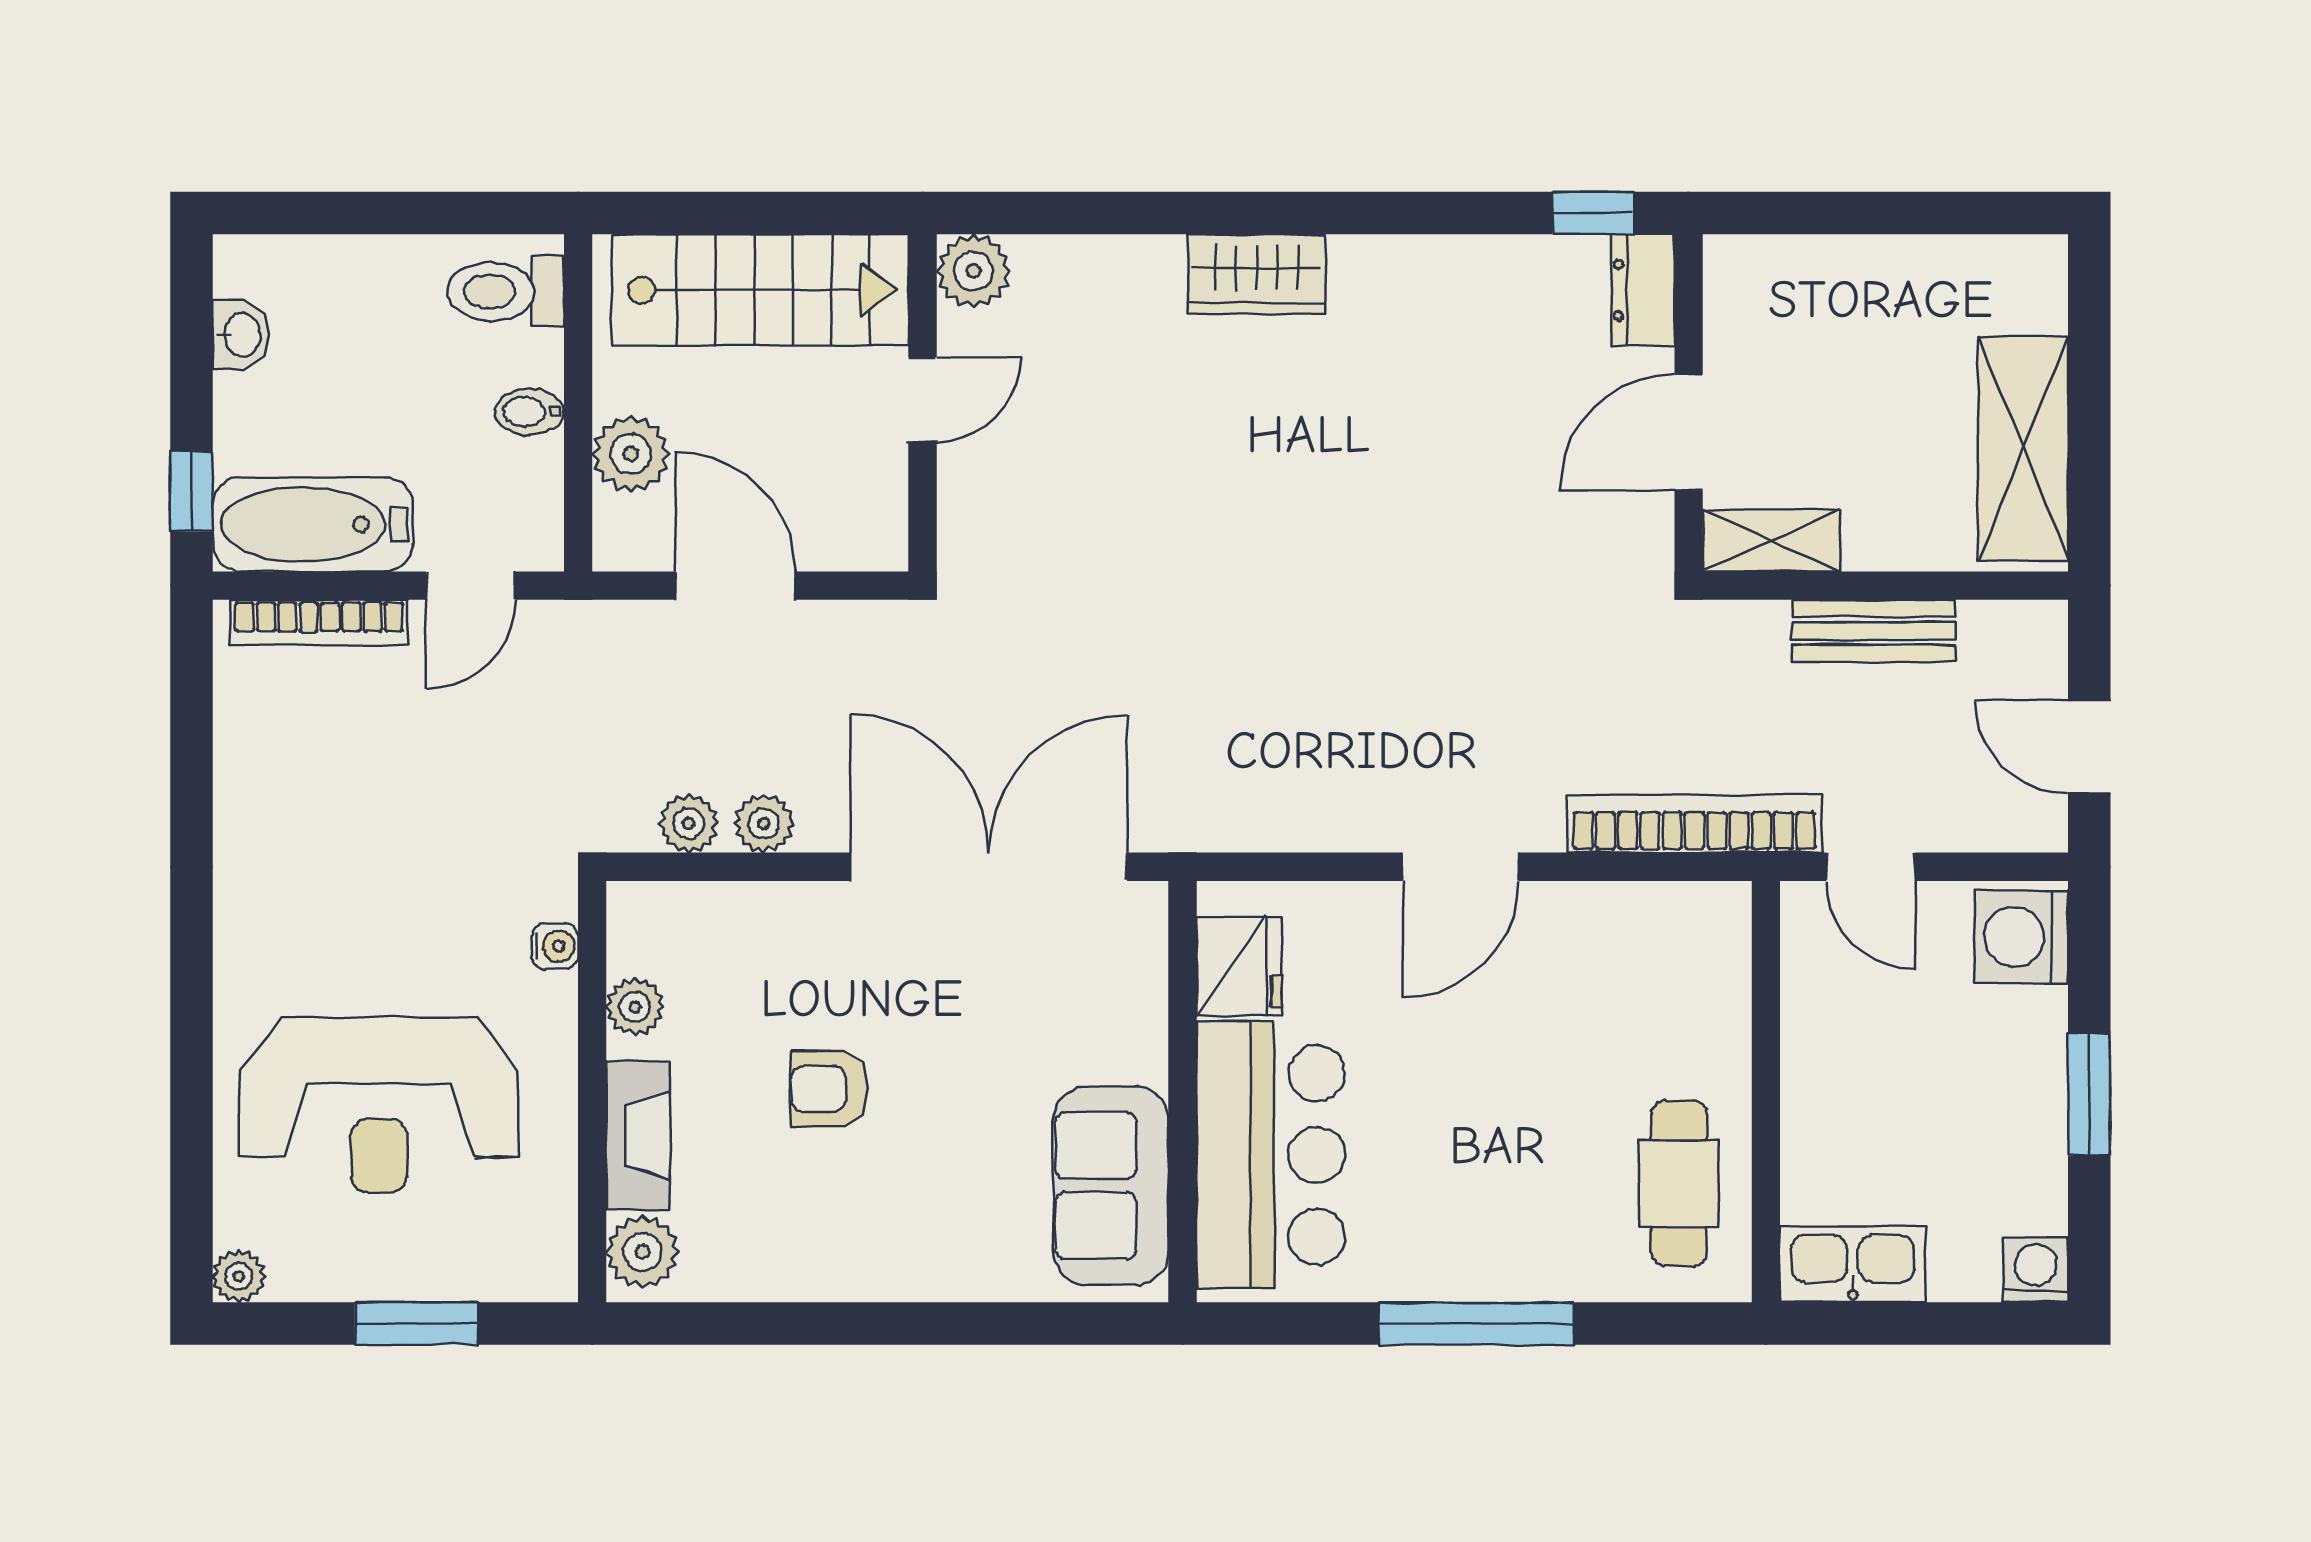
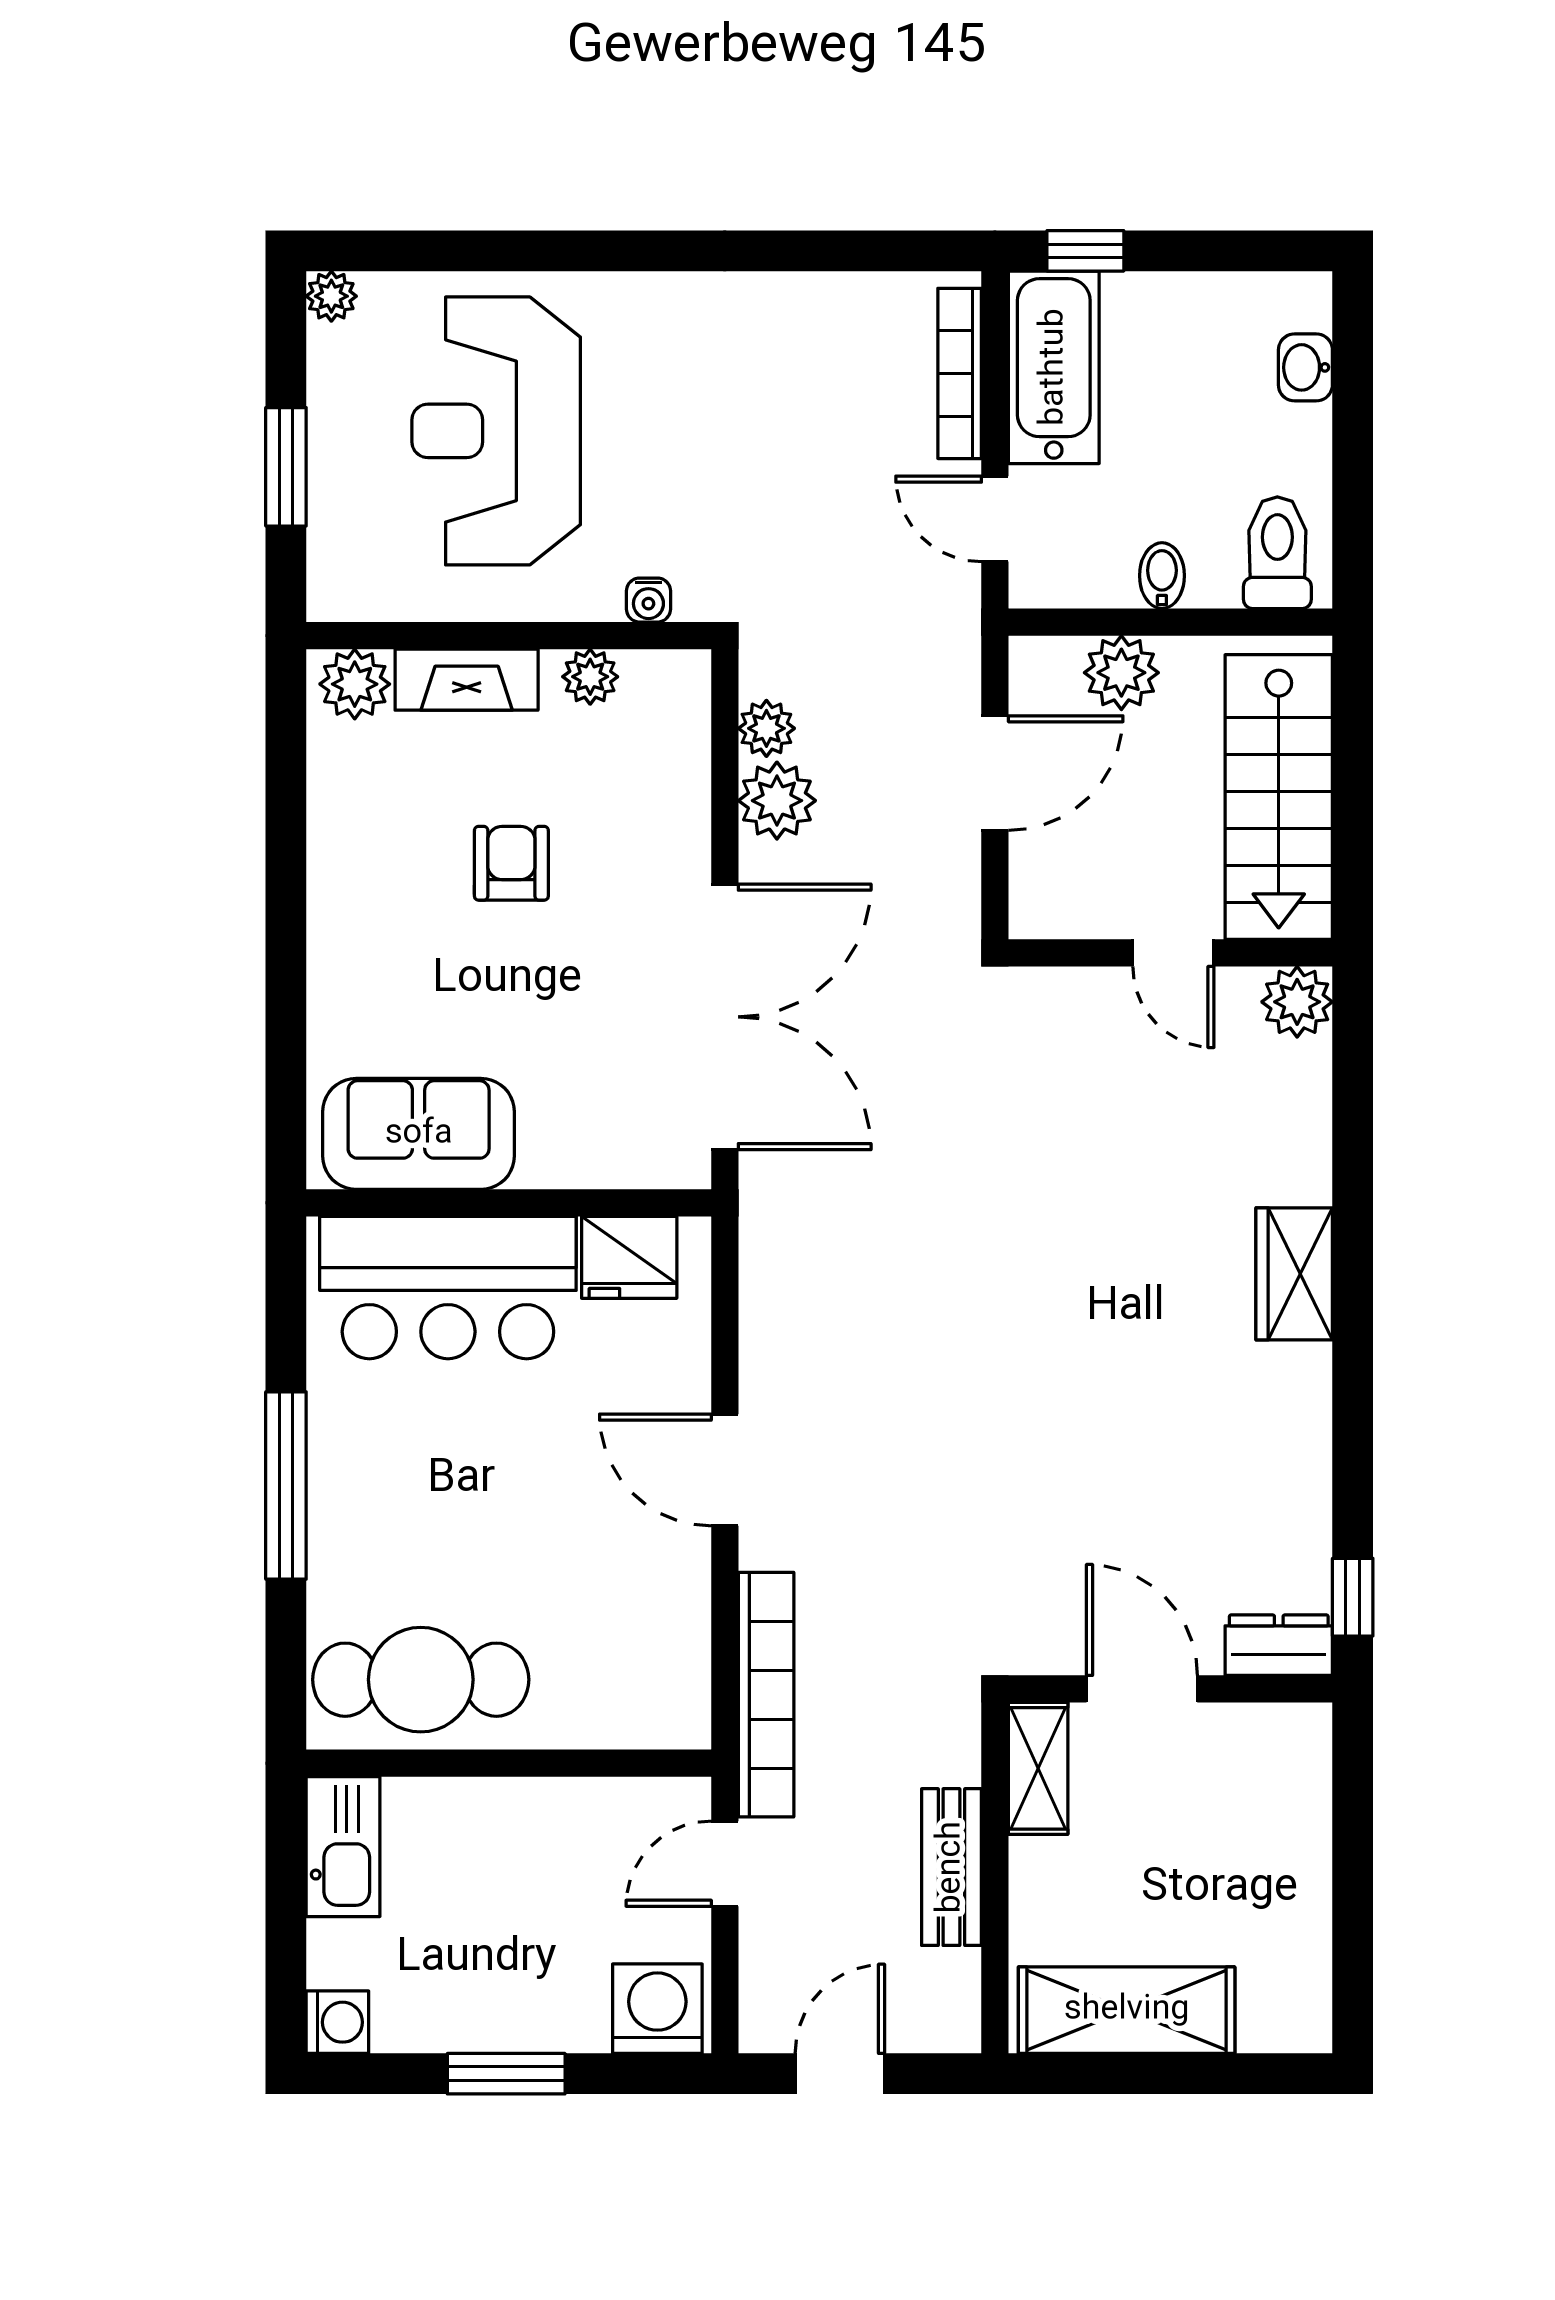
washbasin: (241, 335) -> (1305, 367), moved, turned 90
plant: (764, 823) -> (777, 801), width x1.38, depth x1.38
cafe table: (1679, 1183) -> (421, 1680), width x1.37, depth x1.35

